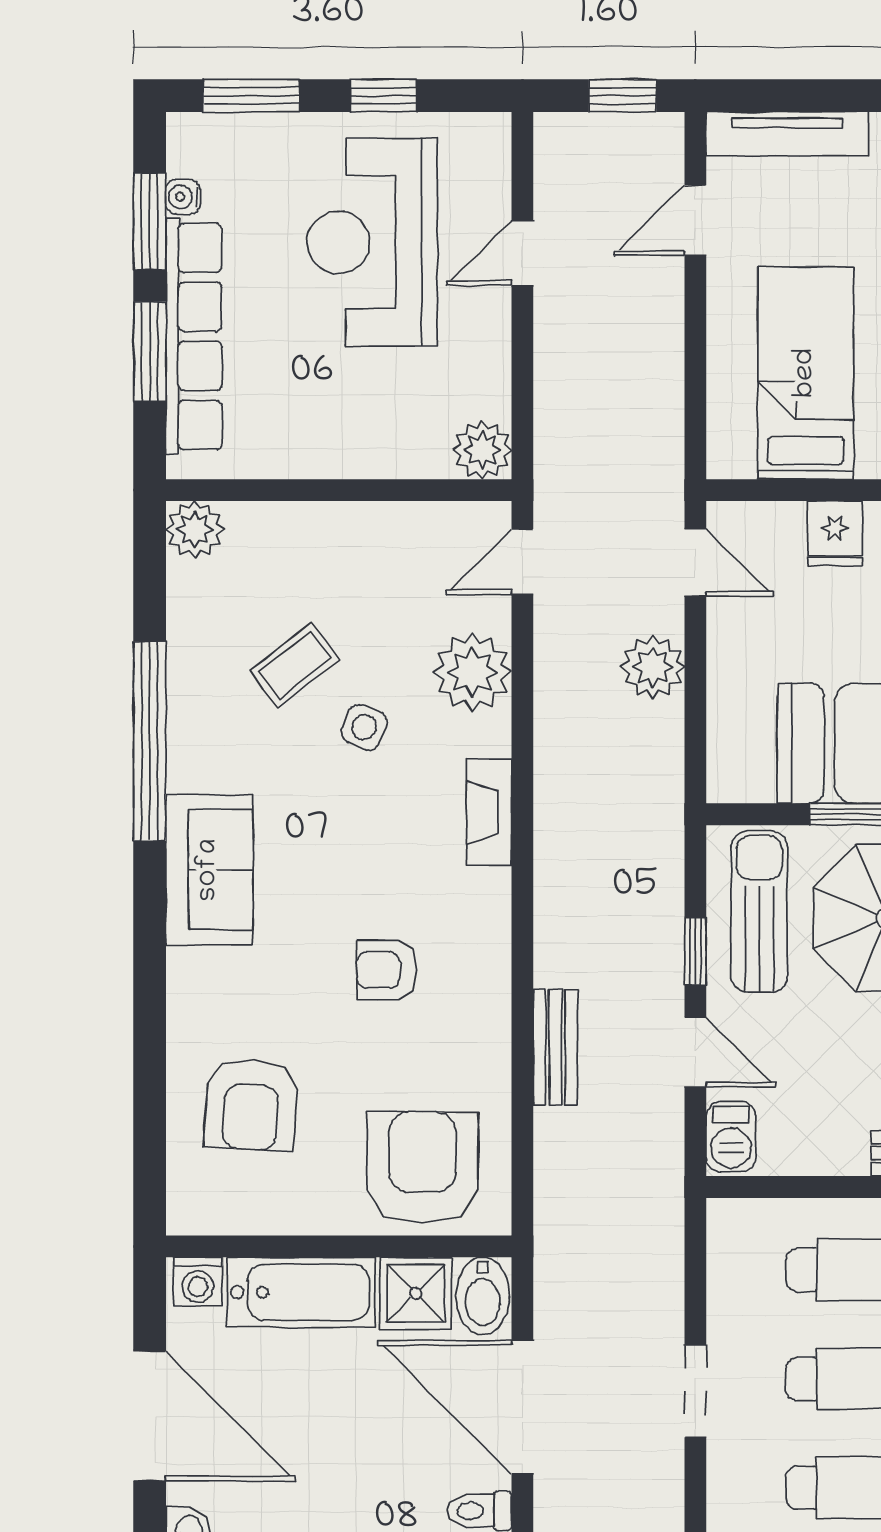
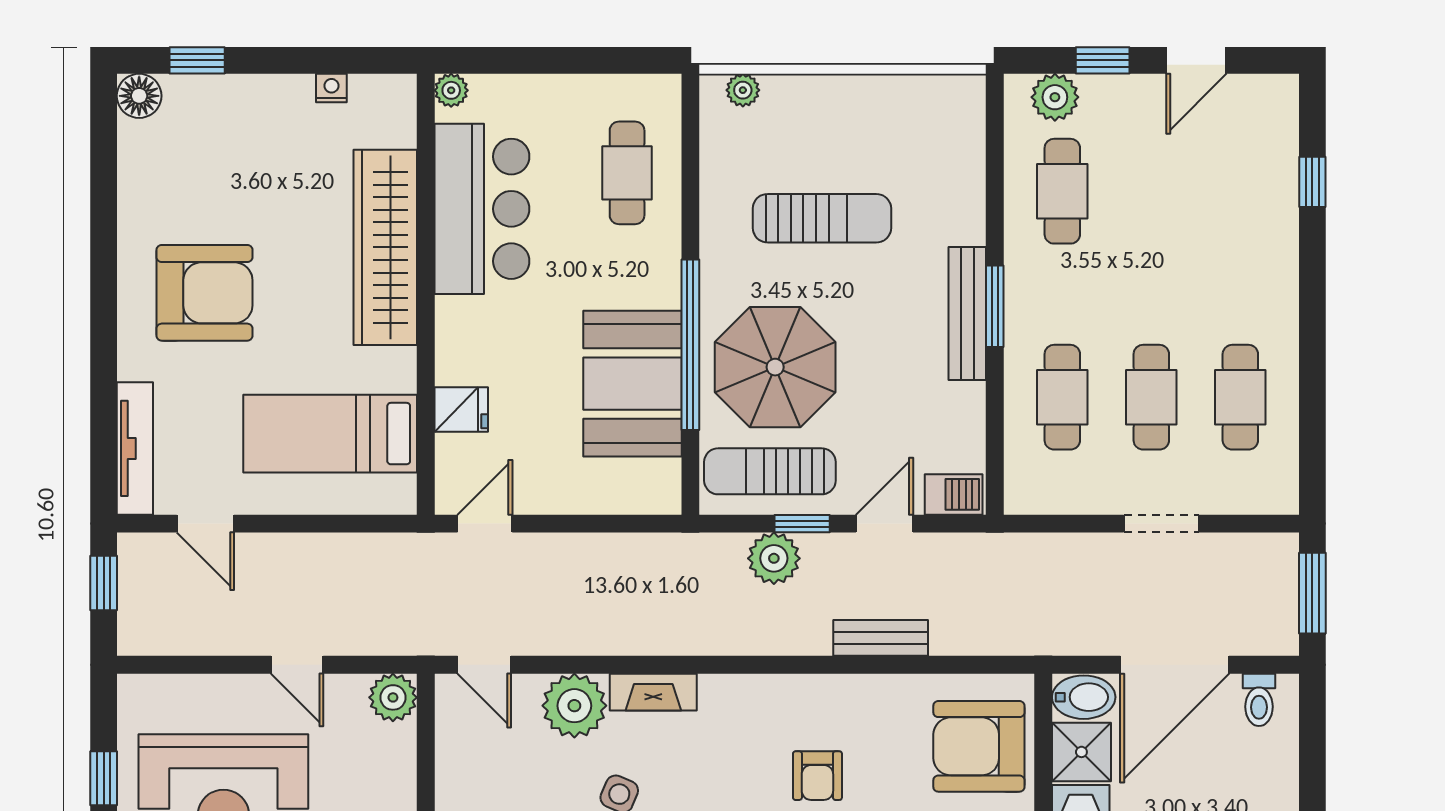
door: (522, 253) -> (297, 665), moved
plant: (653, 667) -> (774, 558), moved
fireplace: (489, 812) -> (653, 692), moved

